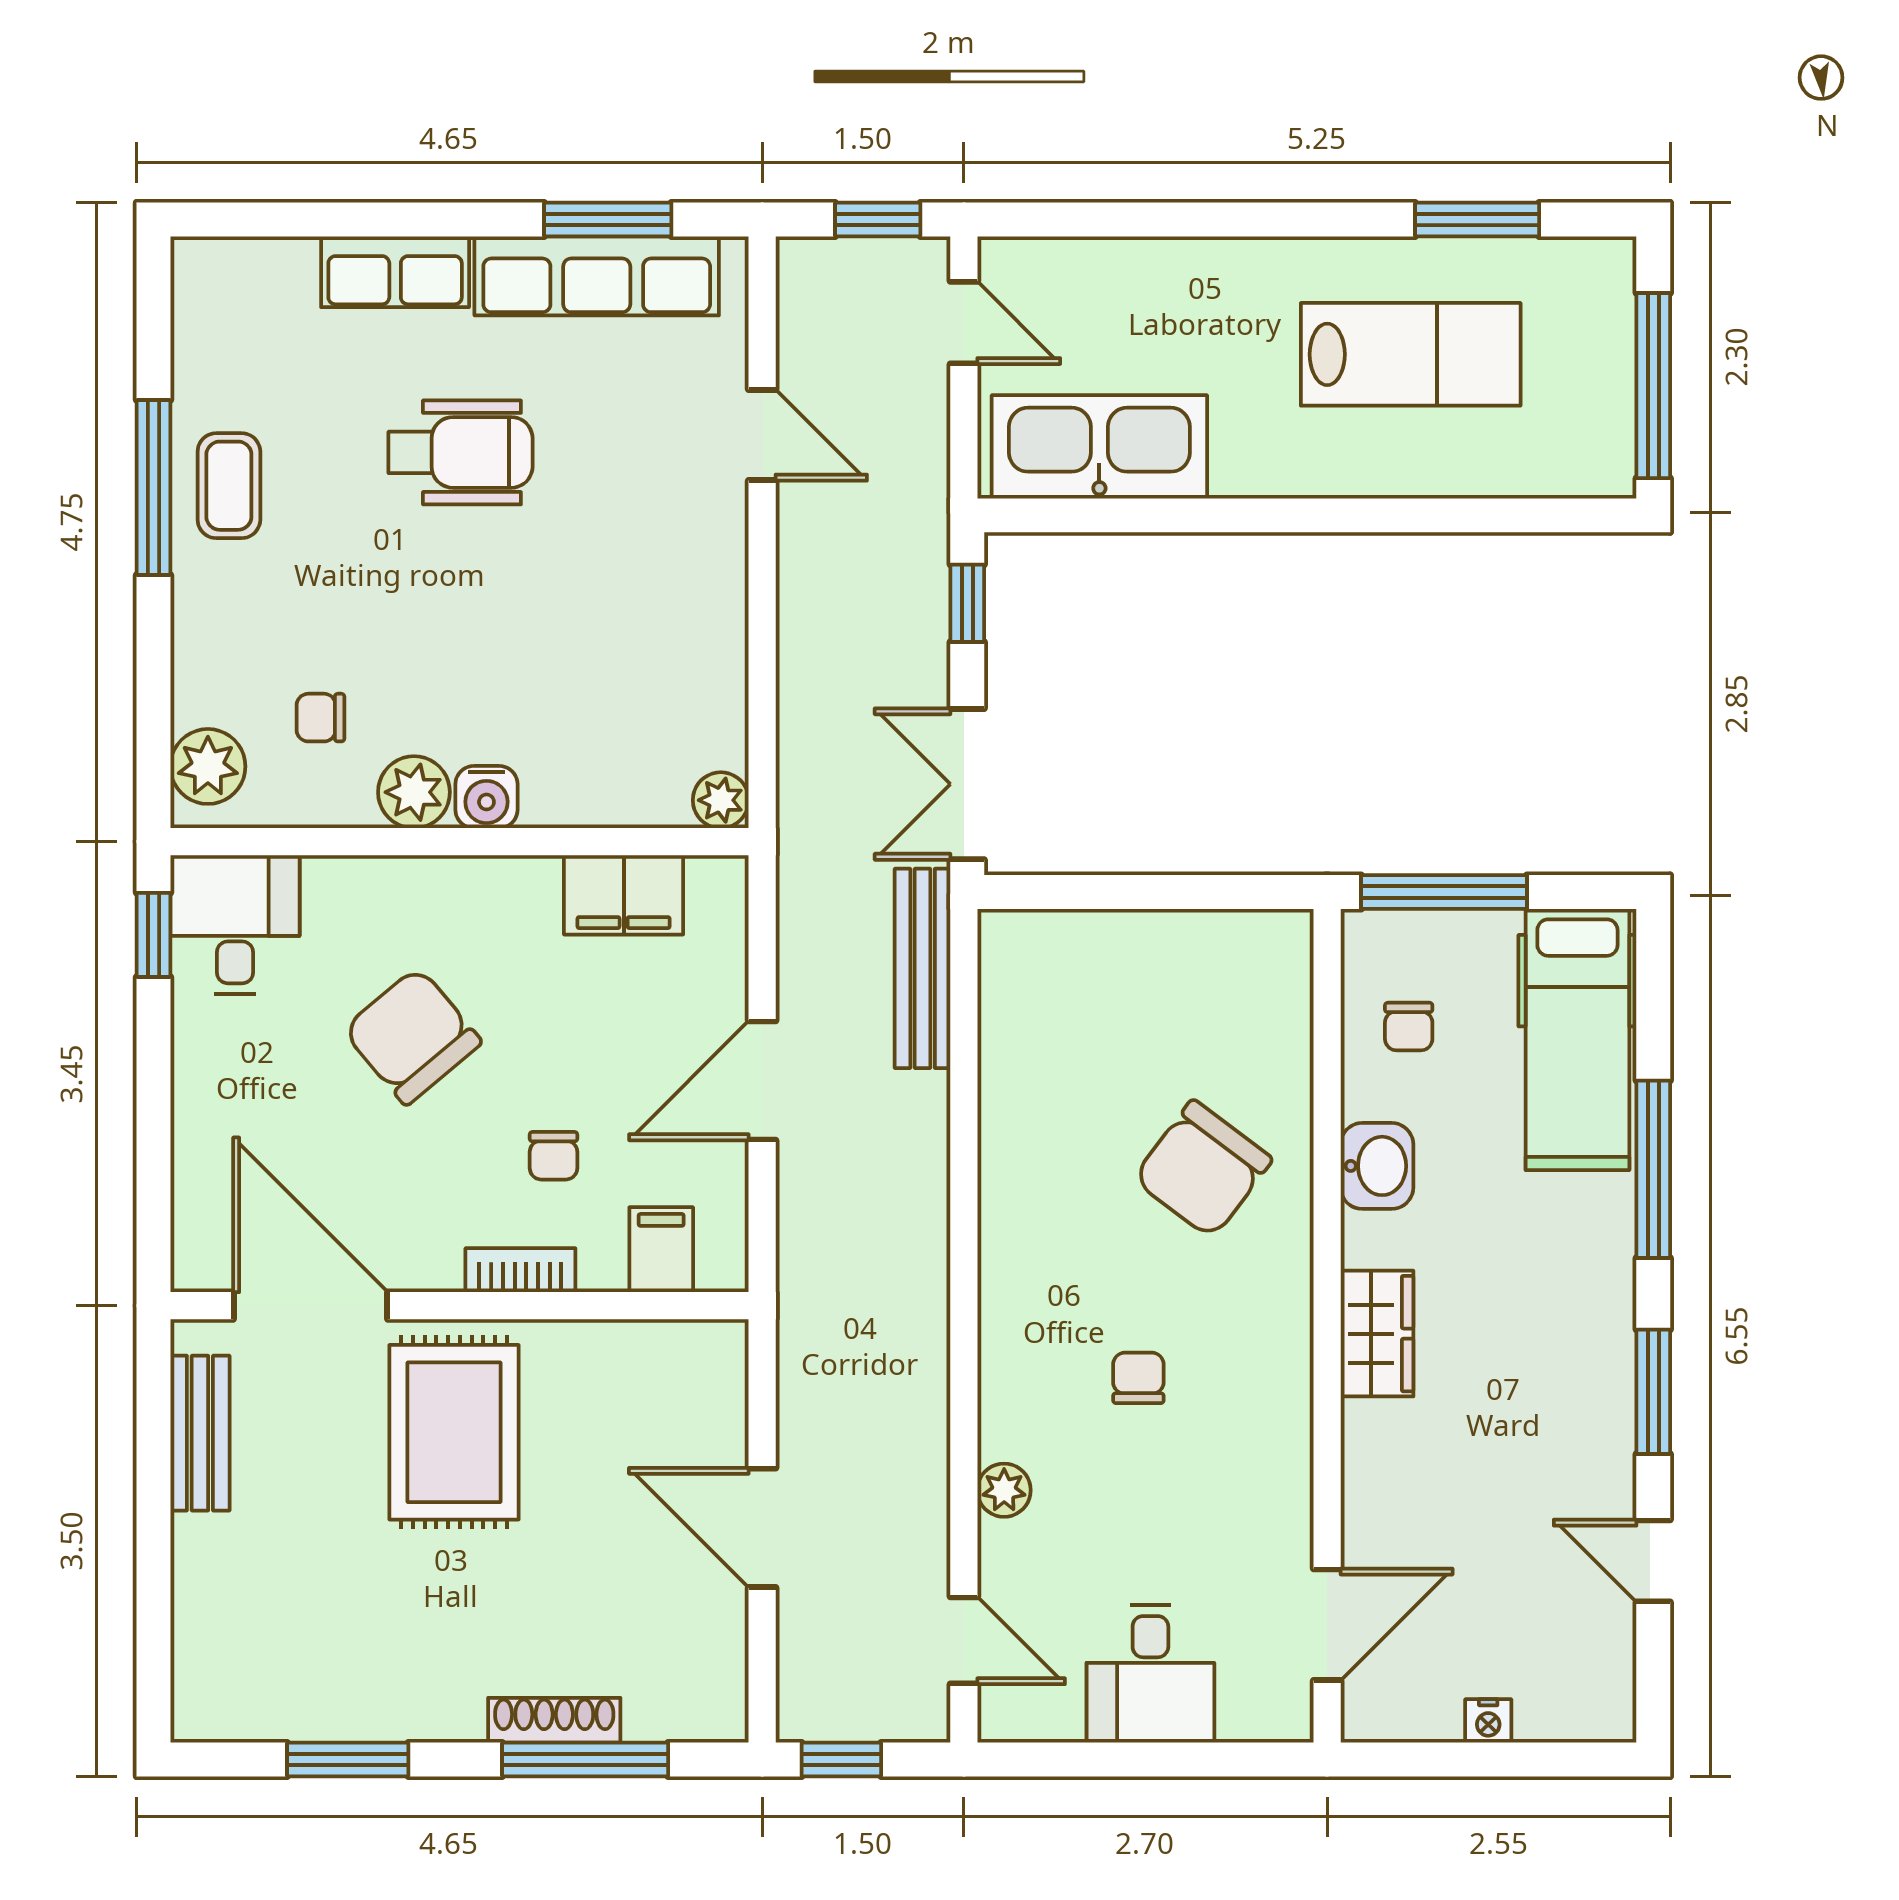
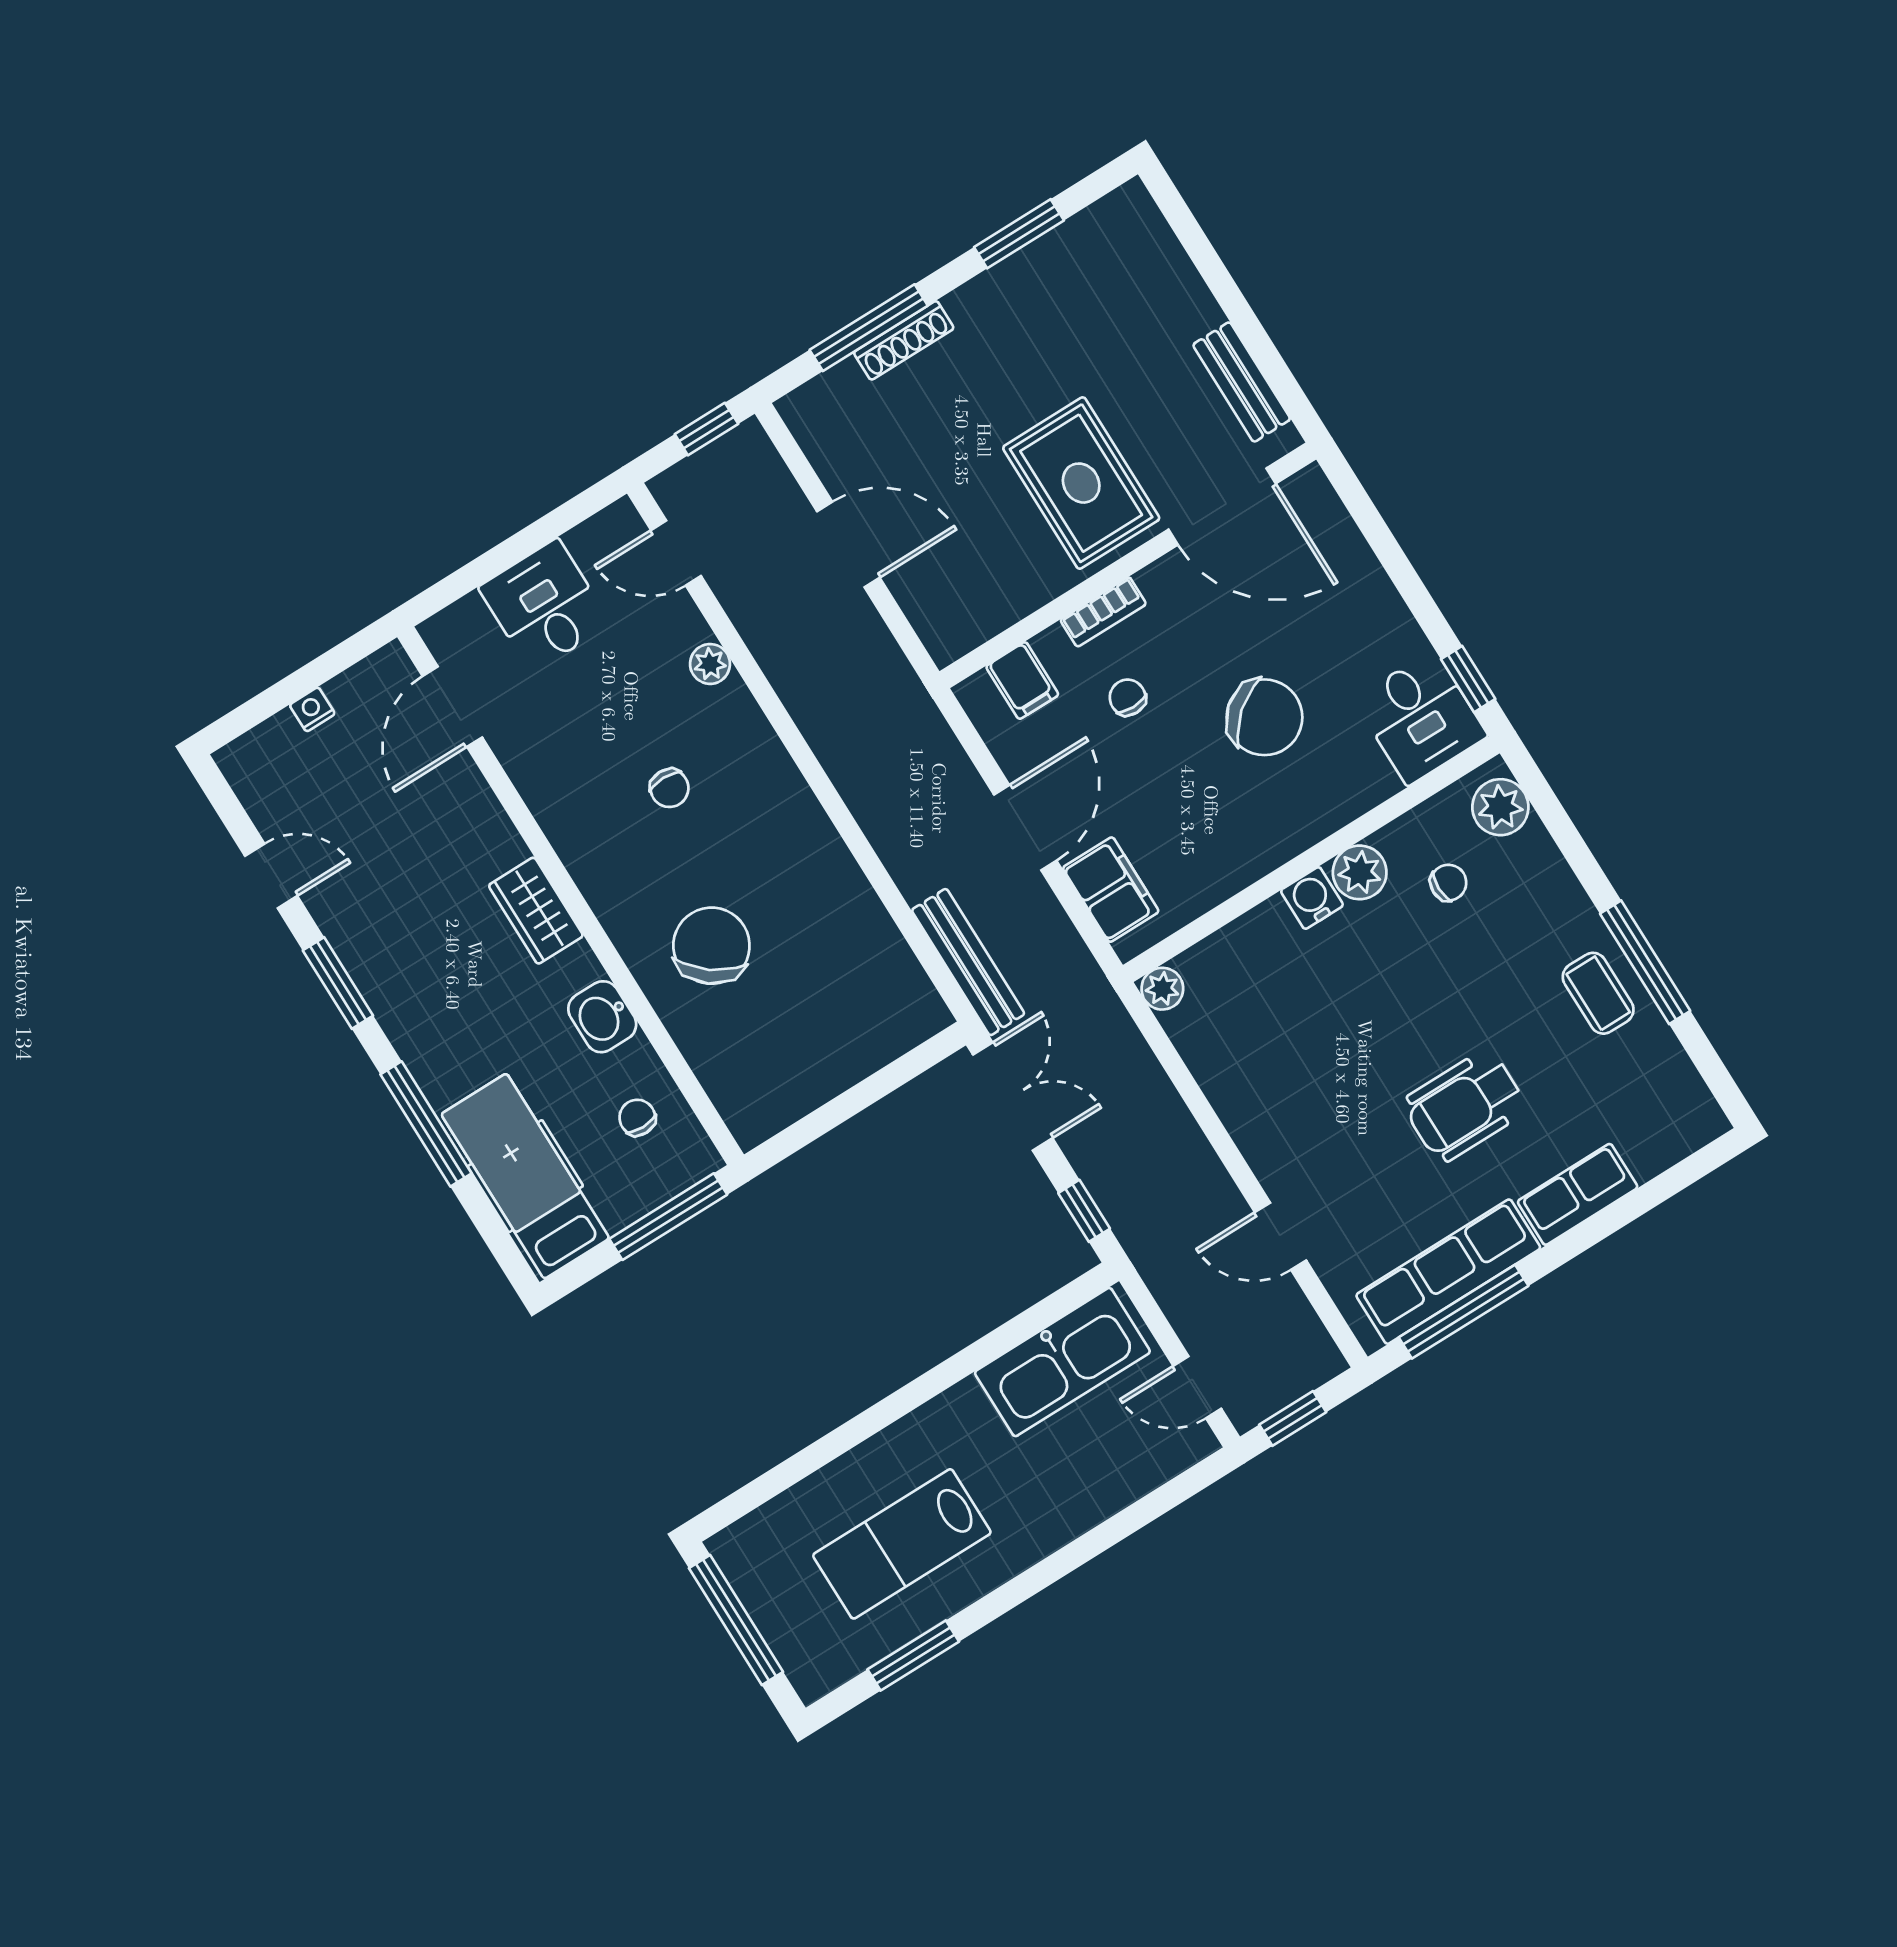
window: (608, 219) -> (1464, 1312), width x1.44
filing cabinet: (624, 895) -> (1111, 890), moved, turned 90

